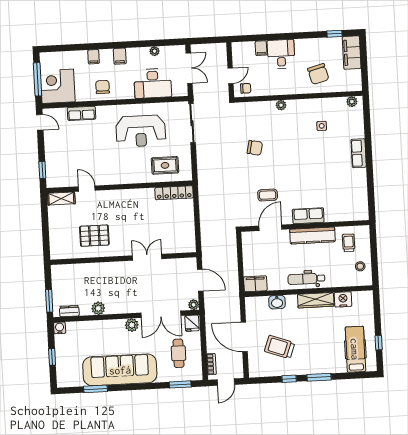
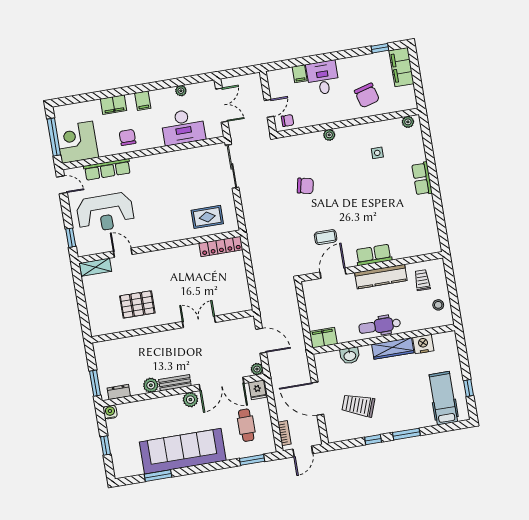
filing cabinet: (94, 57) -> (113, 105), width x2.00
row of seats: (81, 113) -> (107, 169), width x1.48
reception desk: (141, 131) -> (105, 213), moved
bench: (120, 309) -> (175, 383), added

